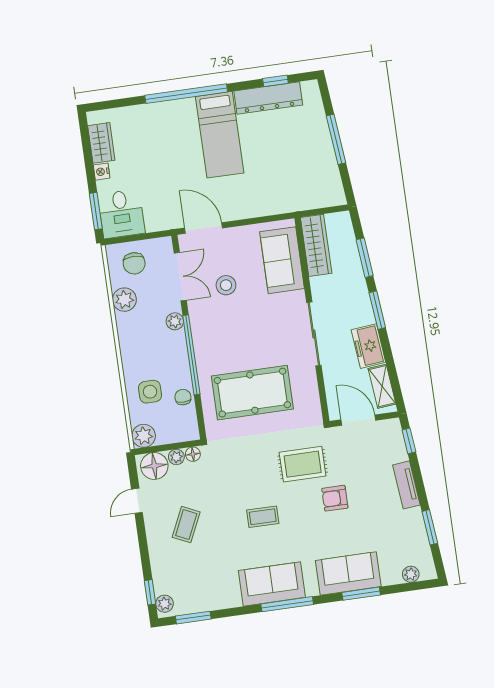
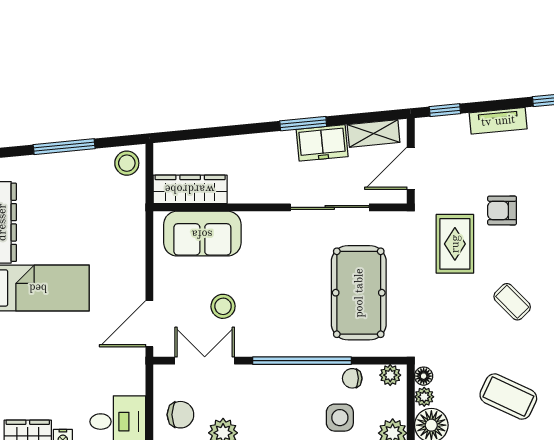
stool: (330, 192) -> (127, 163), added
window: (365, 258) -> (214, 132), removed
window: (377, 310) -> (303, 124), moved
plant: (175, 321) -> (390, 375), moved
sliding door: (314, 334) -> (330, 207), moved
armchair: (335, 498) -> (502, 210), turned 90
coffee table: (263, 517) -> (512, 302), turned -45
coffee table: (186, 525) -> (508, 397), width x1.36, depth x1.30

